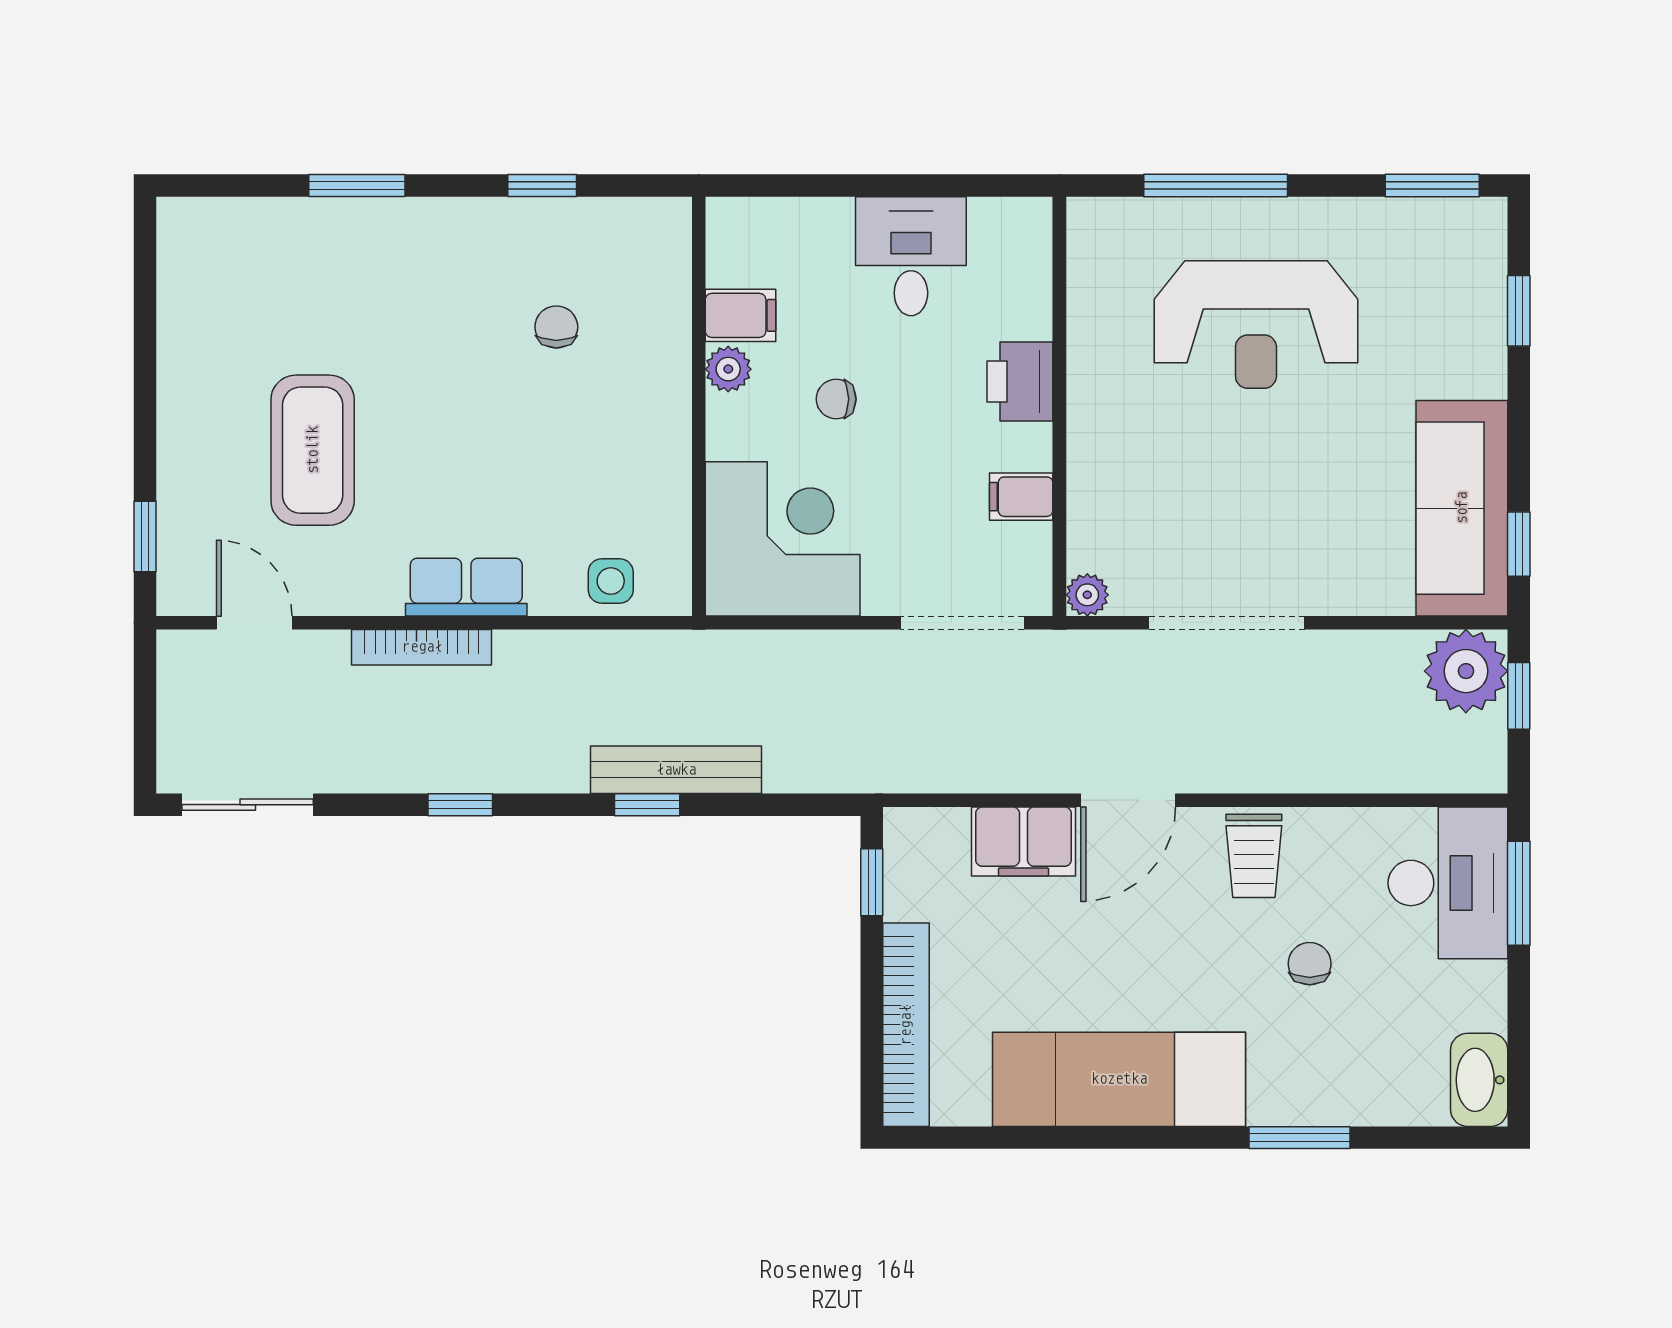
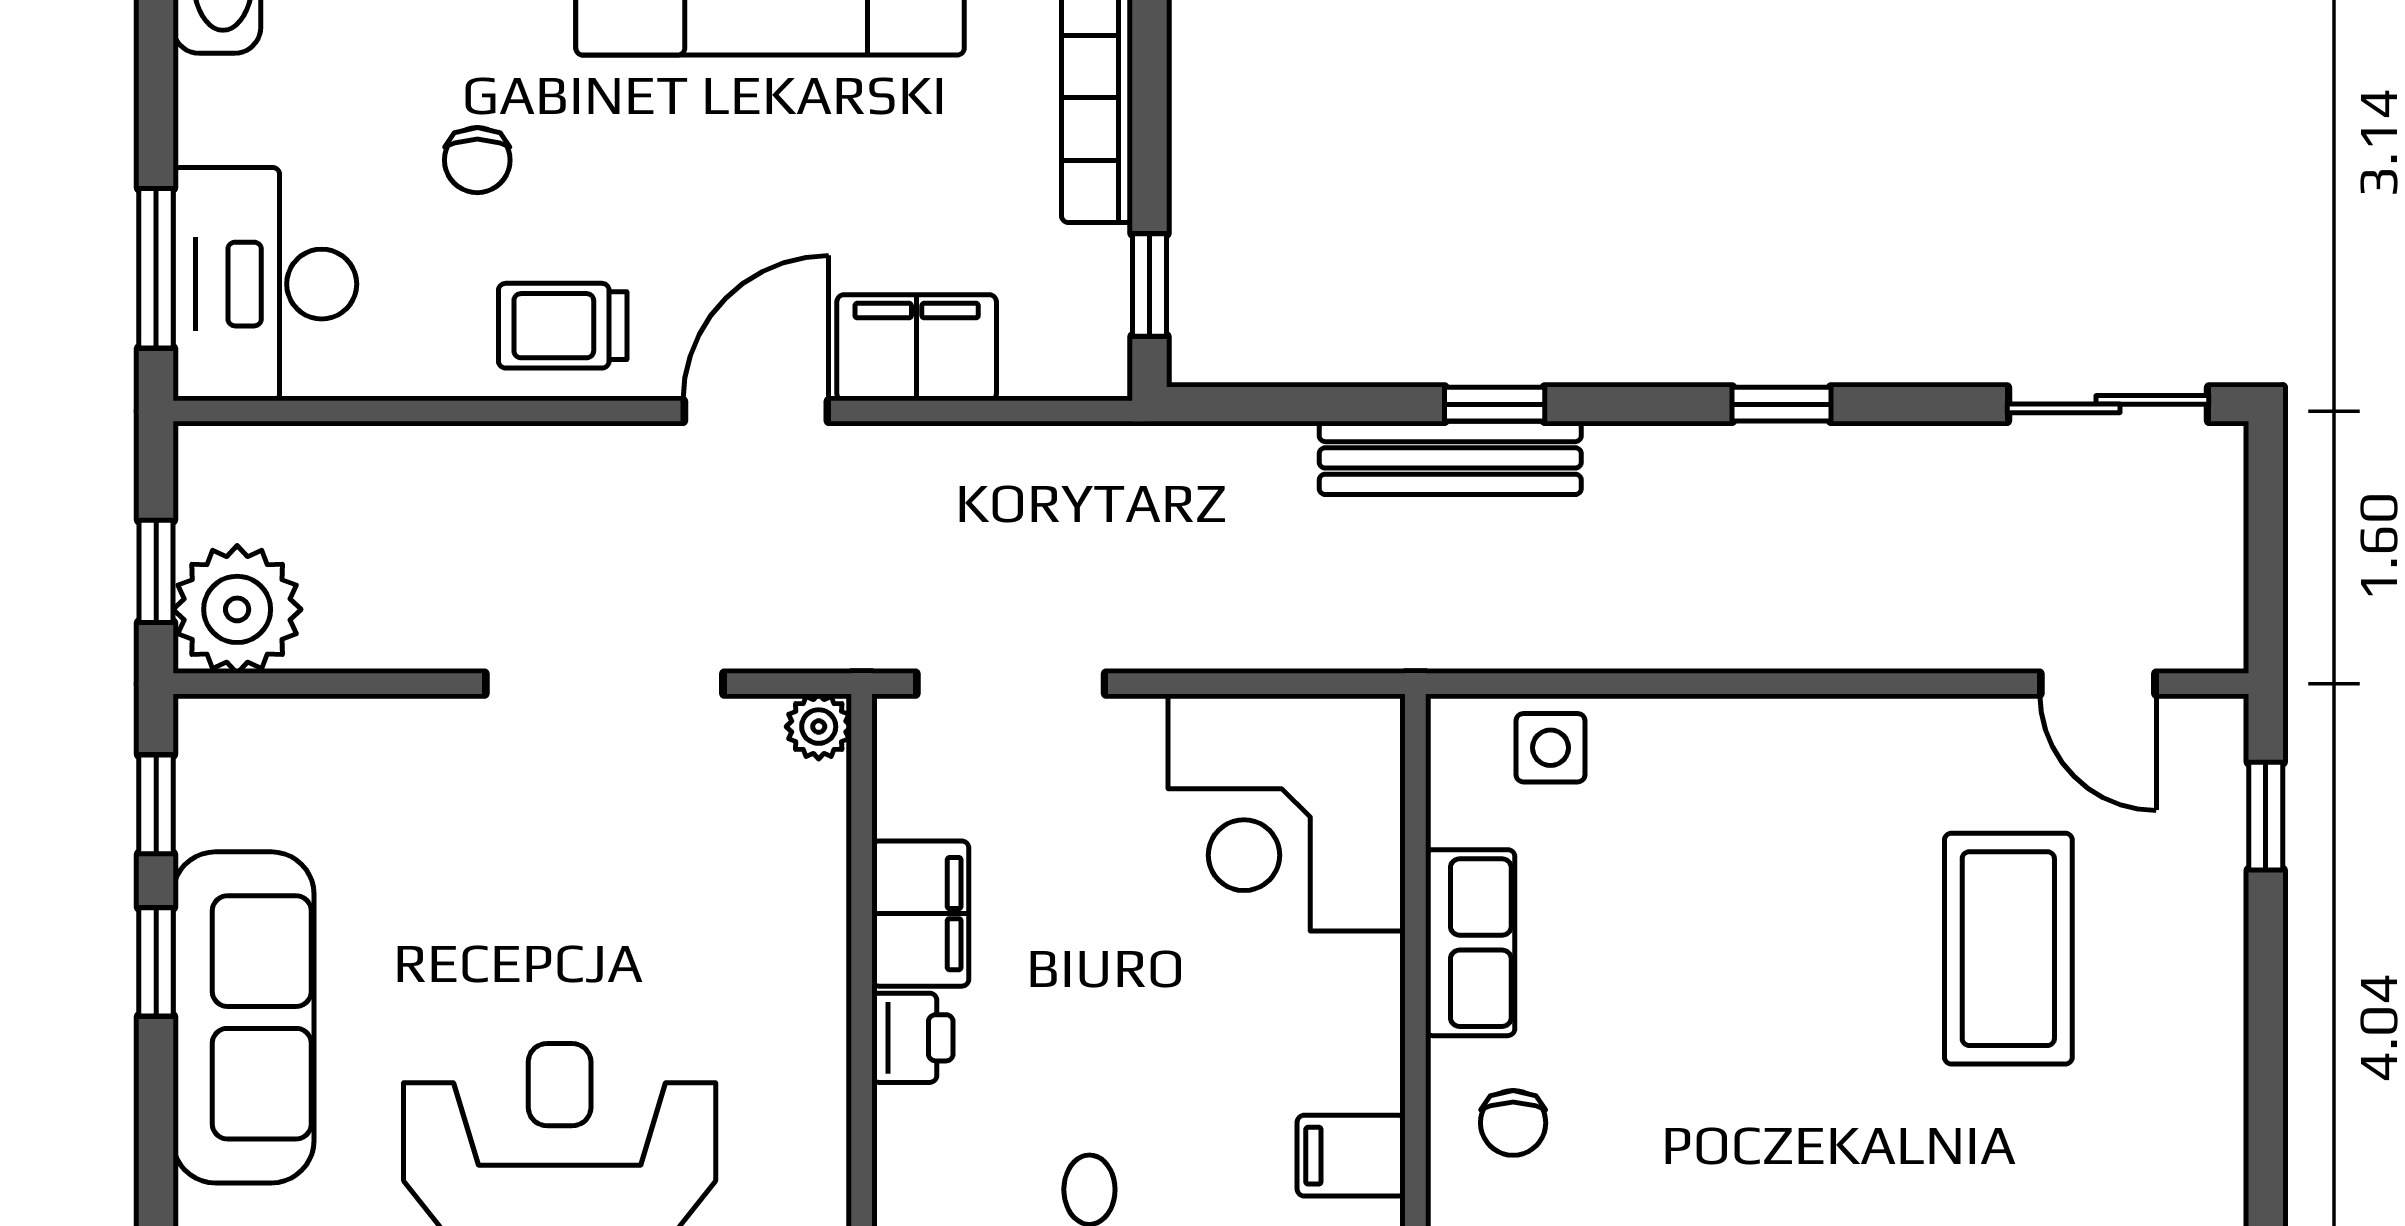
window: (1519, 311) -> (156, 962), moved
chair: (556, 327) -> (1513, 1123), moved
plant: (728, 369) -> (1370, 1073), removed
printer: (1020, 382) -> (912, 1038), width x0.73, depth x0.81
chair: (836, 399) -> (1204, 1027), removed
filing cabinet: (1021, 497) -> (920, 914), width x2.00
sofa: (1462, 508) -> (243, 1017), moved
row of seats: (466, 587) -> (1470, 943), moved, turned -90
bookcase: (422, 647) -> (1841, 646), removed
trolley: (1254, 856) -> (563, 326), turned -90

